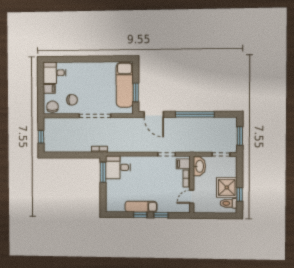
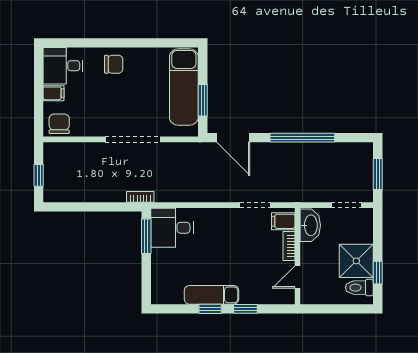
chair: (72, 100) -> (114, 64), moved

